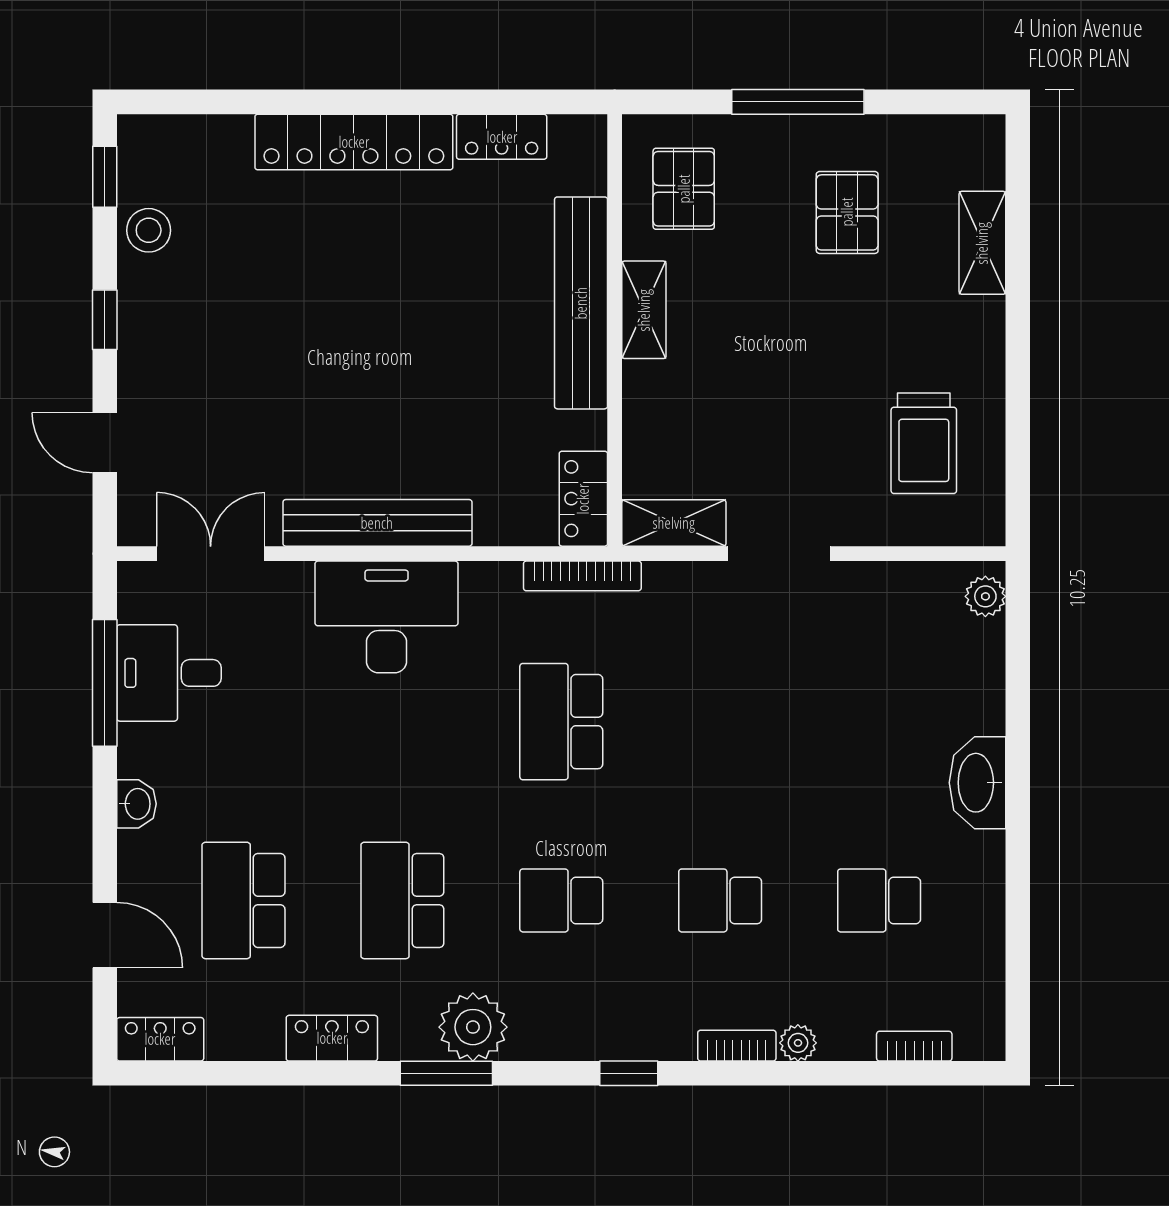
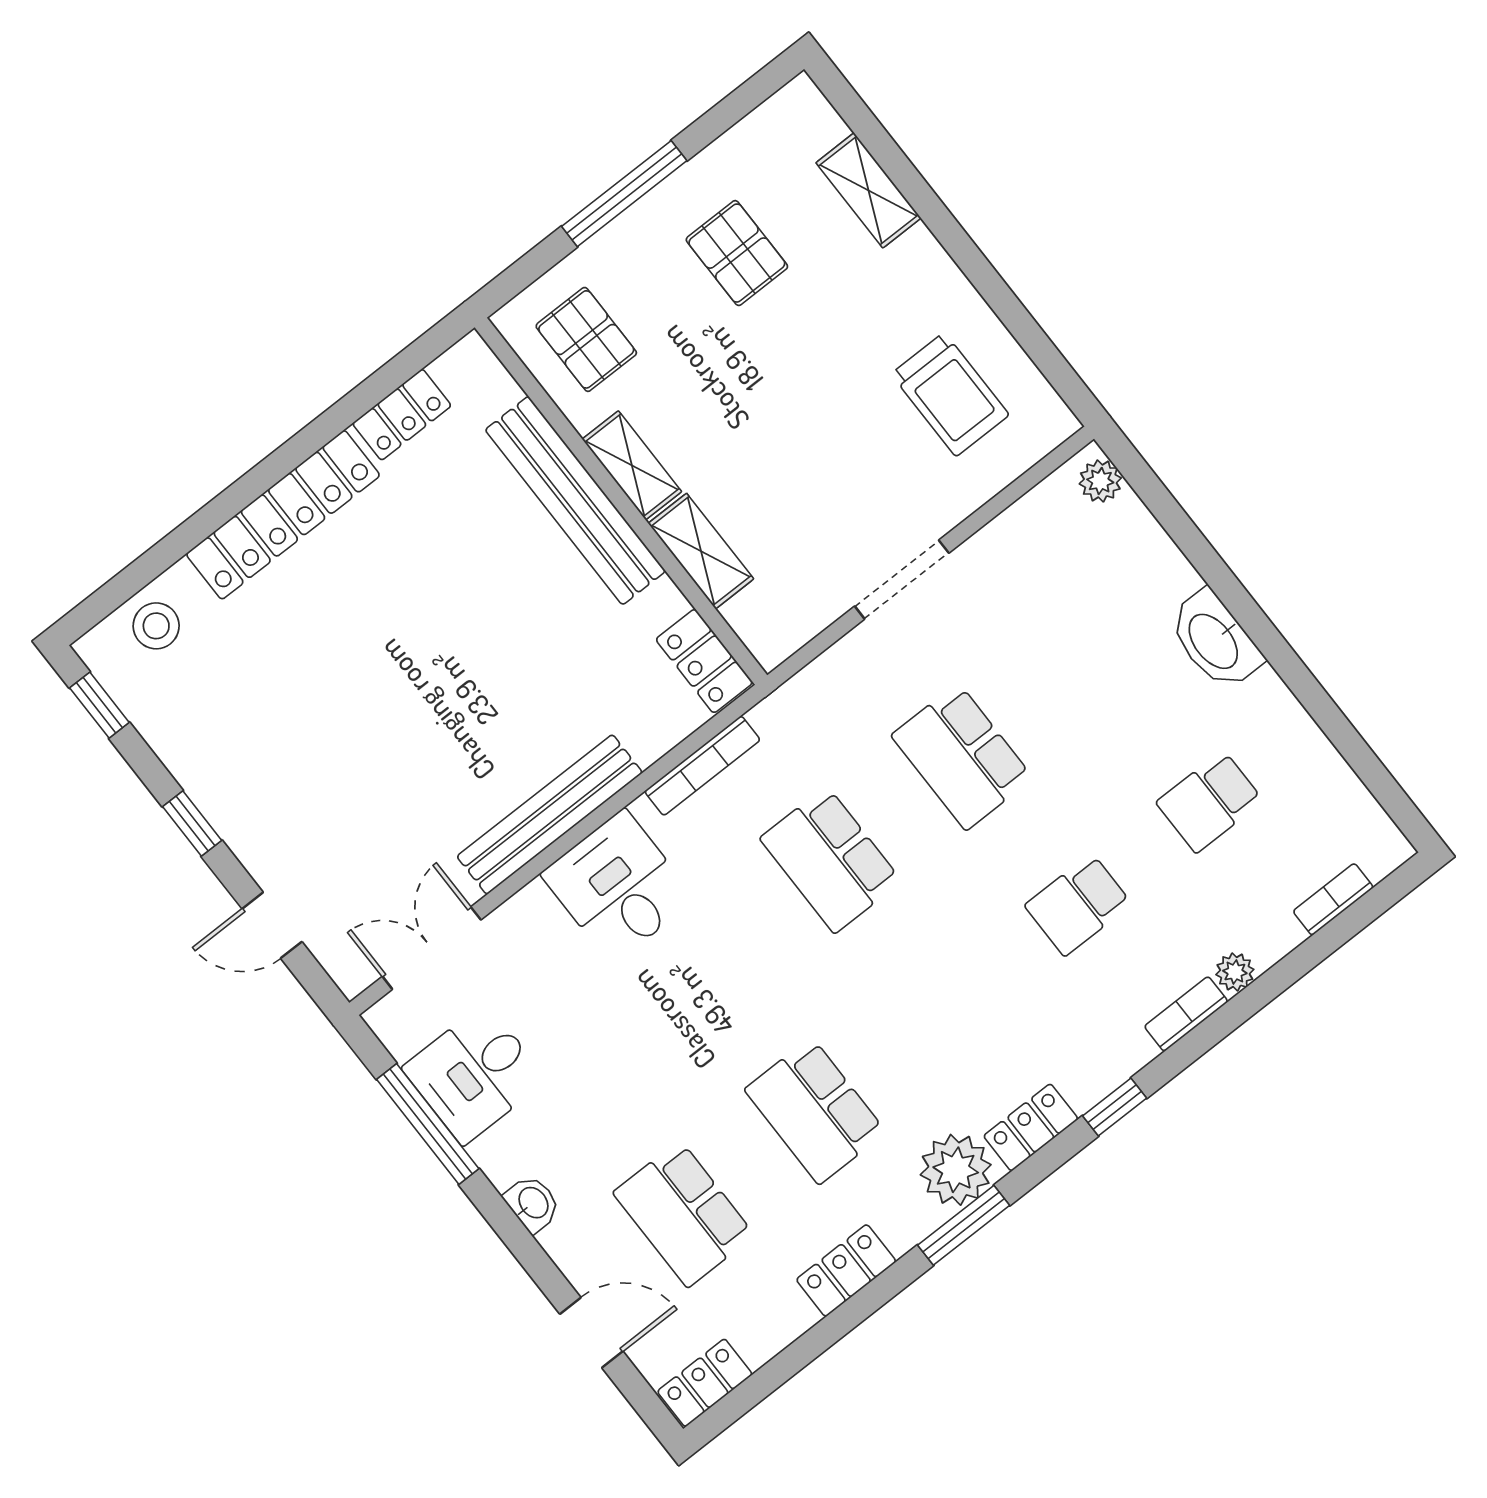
stool: (149, 230) -> (156, 626), moved
shelving: (674, 523) -> (701, 551), moved, turned 90
bookcase: (582, 576) -> (702, 766), moved
desk: (387, 617) -> (618, 887), width x0.73
school desk: (561, 900) -> (962, 757), moved, width x1.85
locker: (554, 1039) -> (1031, 1127), added

